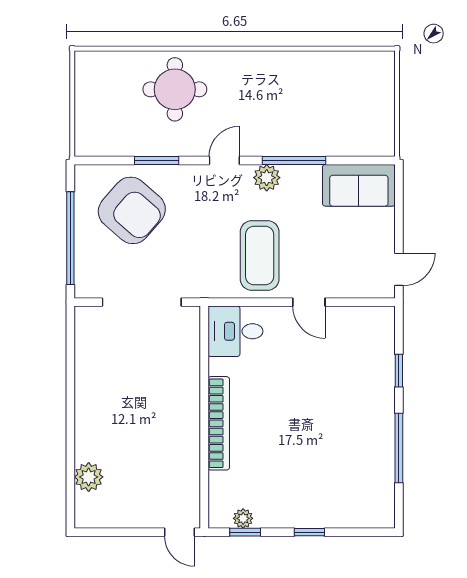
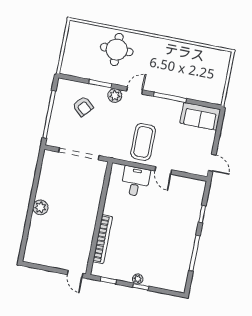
plant: (267, 178) -> (115, 96), moved
armchair: (132, 210) -> (83, 106), width x0.53, depth x0.53
door: (399, 269) -> (212, 163), hinge flipped
desk: (235, 331) -> (135, 181), moved, turned 90
bookcase: (219, 423) -> (103, 239), moved
plant: (89, 477) -> (40, 207), moved
plant: (243, 518) -> (138, 279), moved

